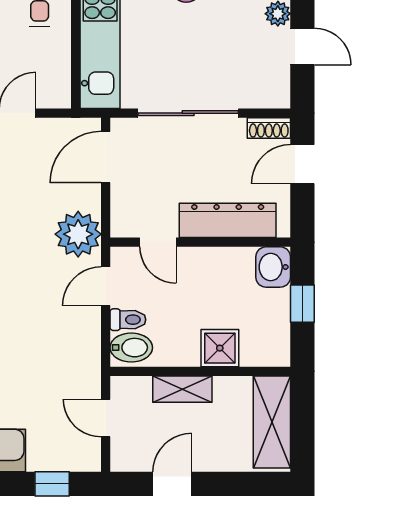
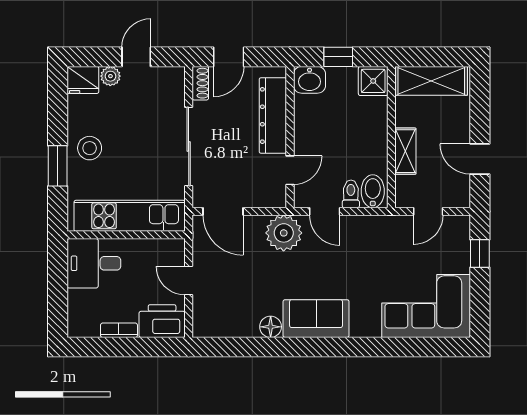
door: (302, 164) -> (229, 57), hinge flipped
shower: (220, 348) -> (373, 81), moved

